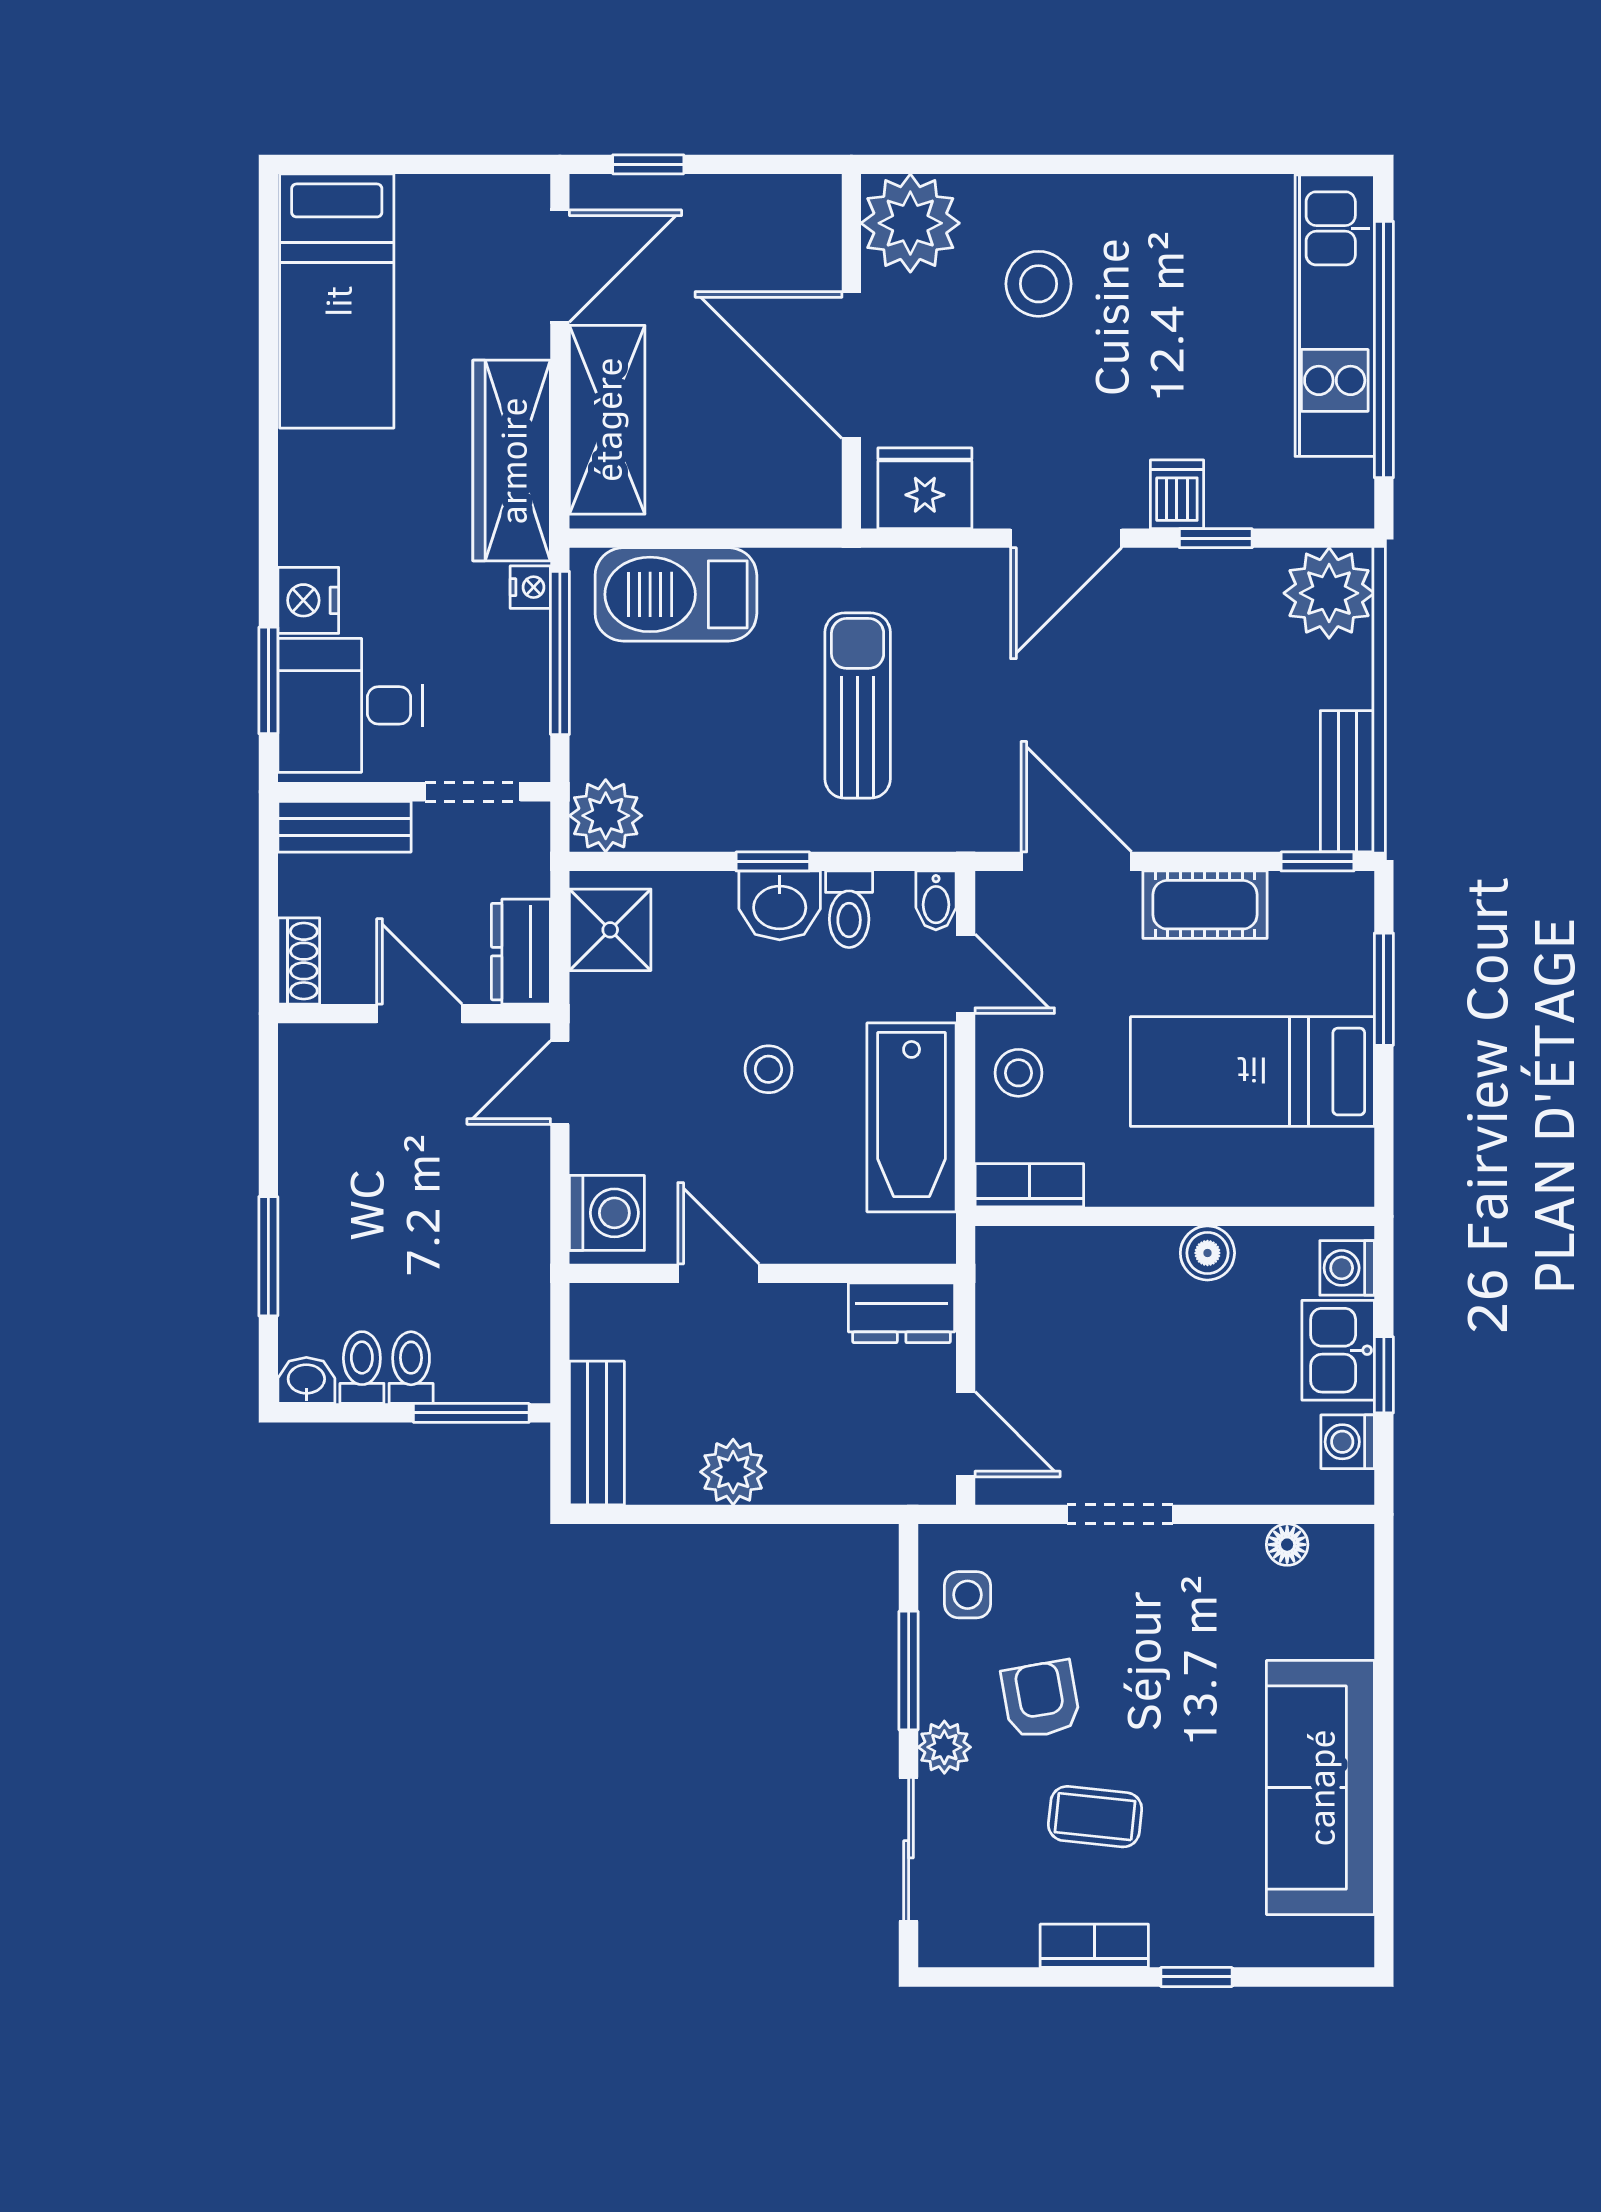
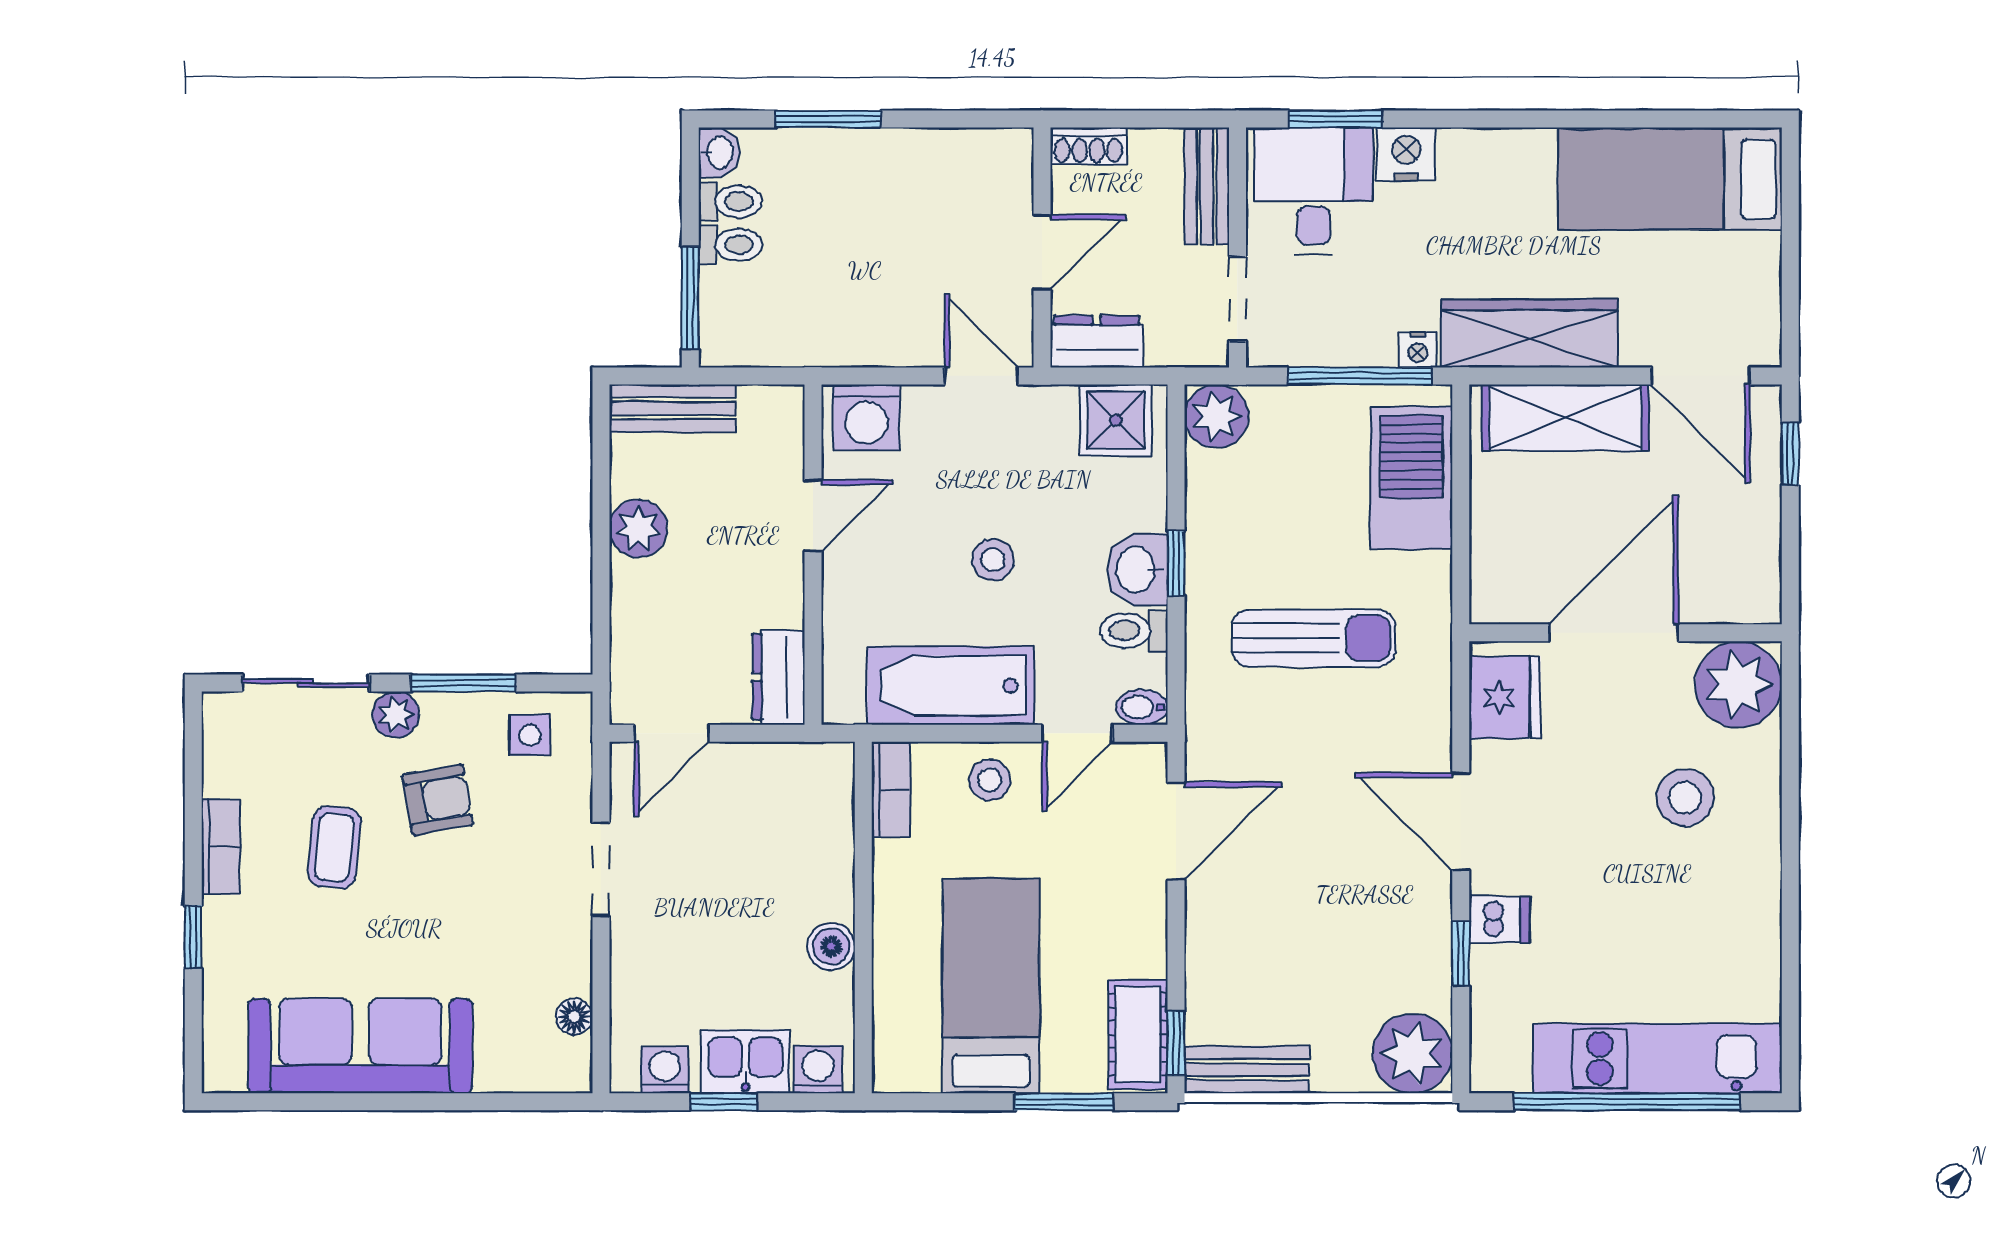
cot: (1205, 905) -> (1138, 1034), moved

